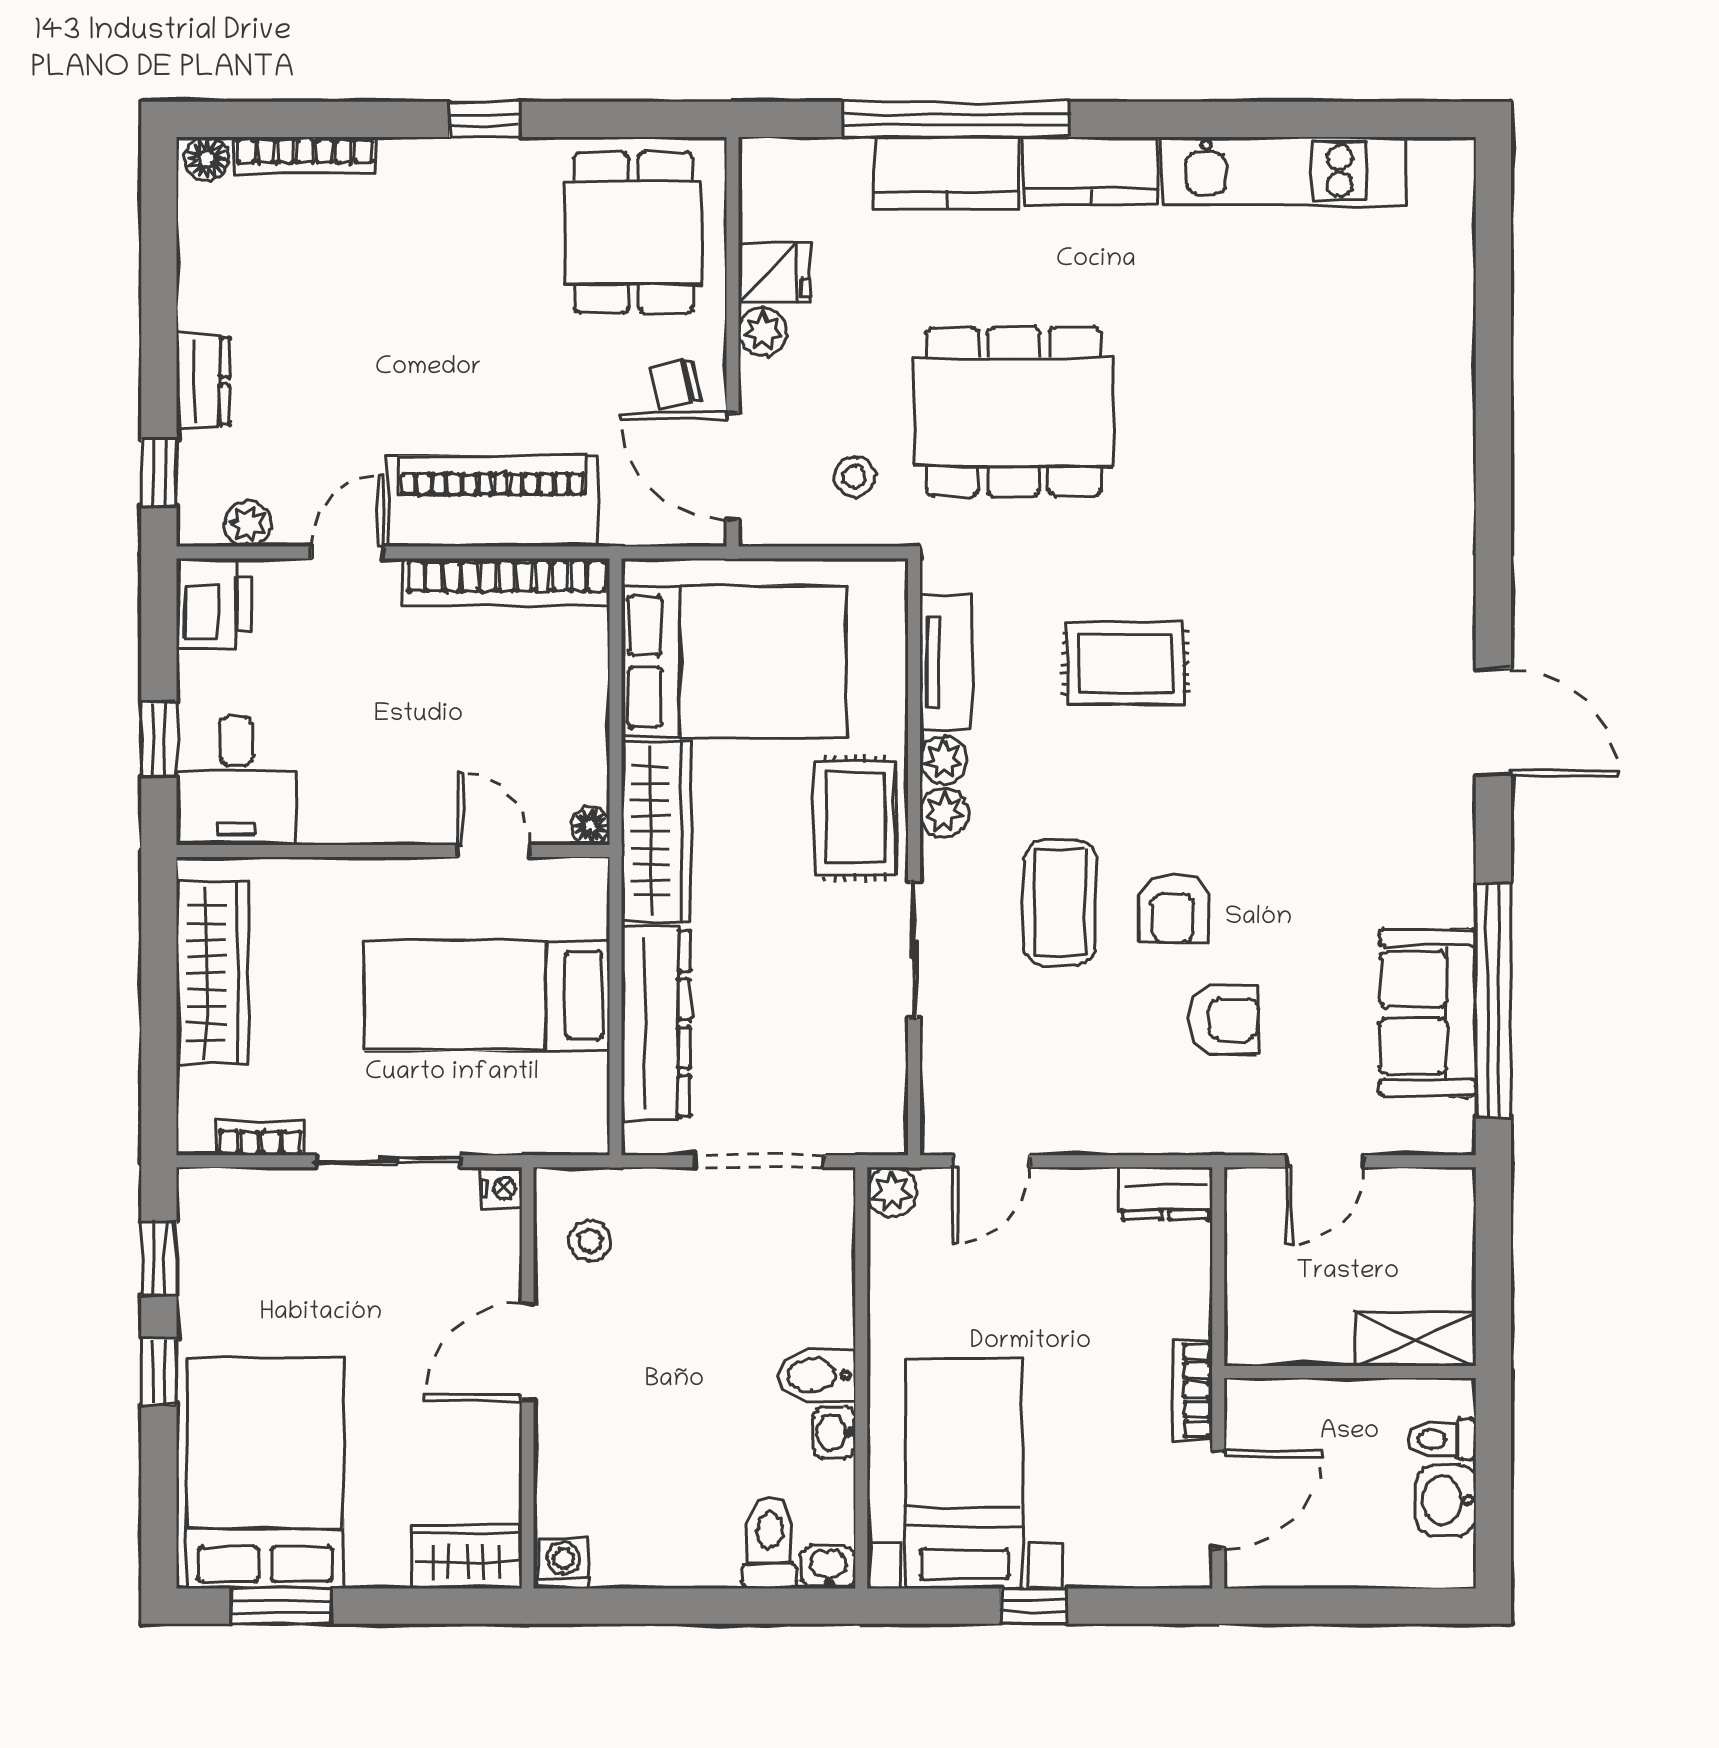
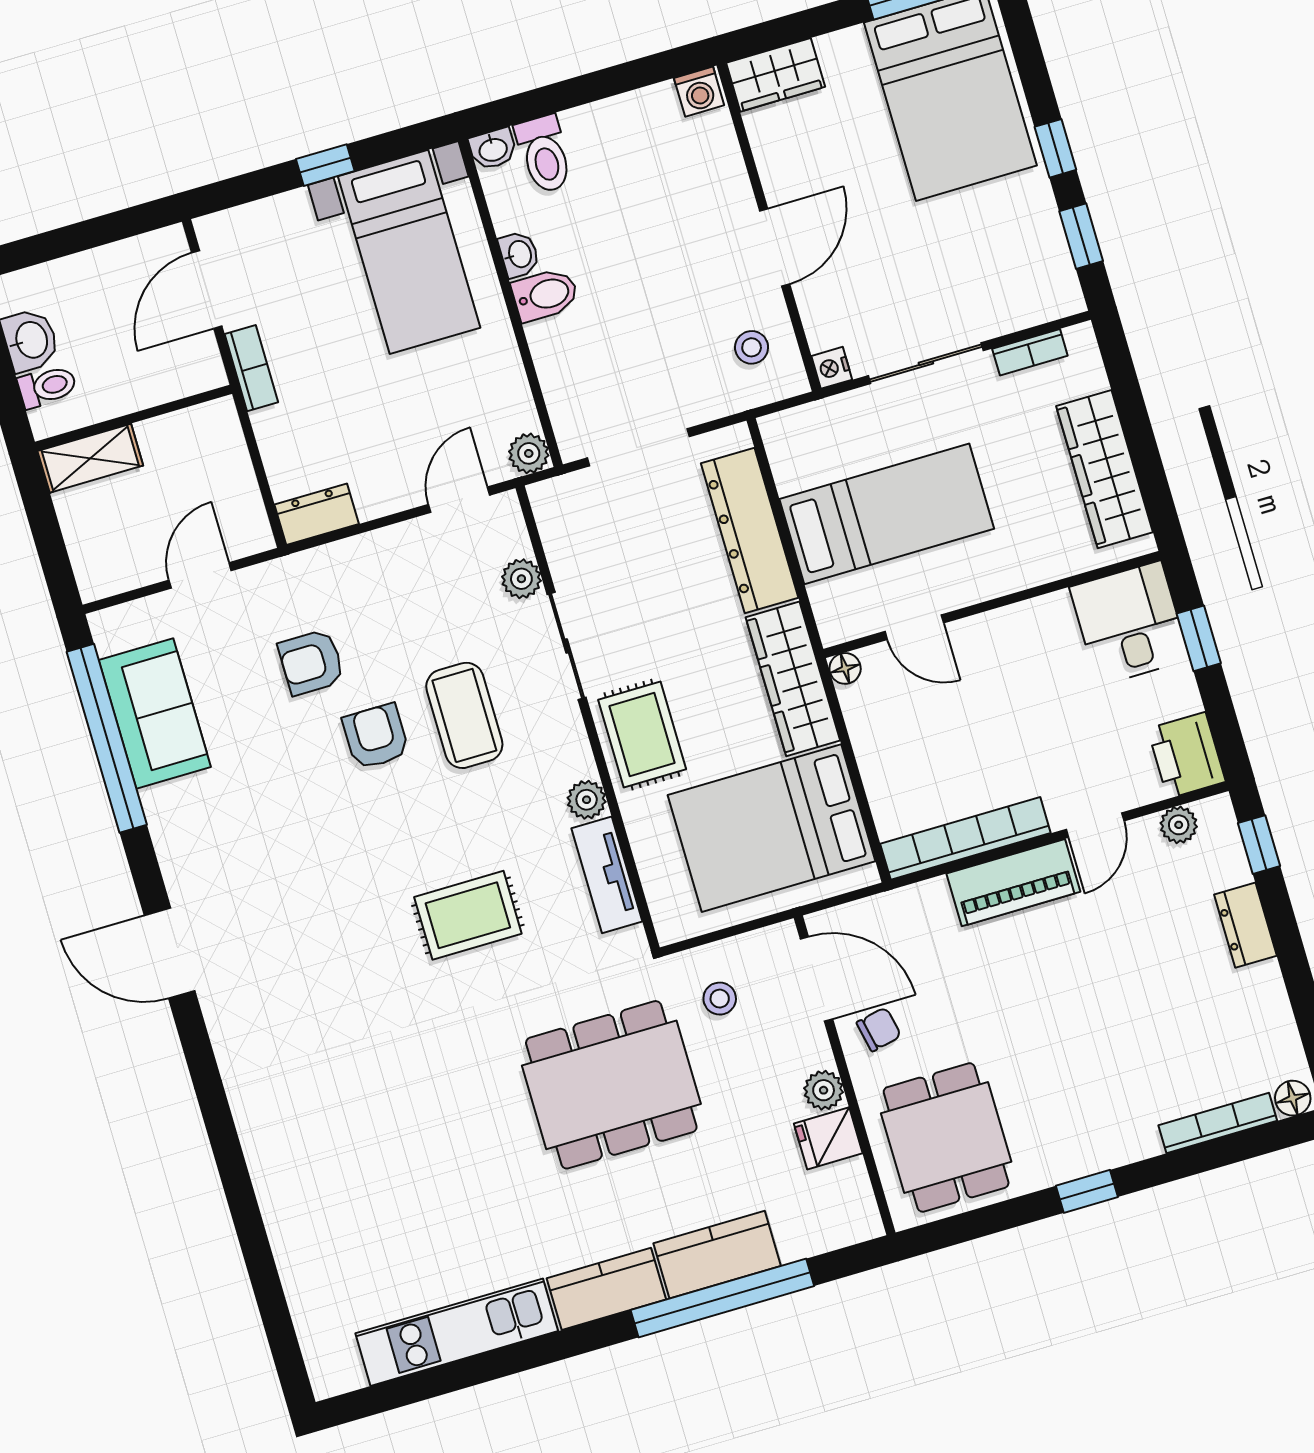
piano: (493, 501) -> (1013, 883), width x0.73, depth x0.75
plant: (944, 813) -> (521, 579), moved

